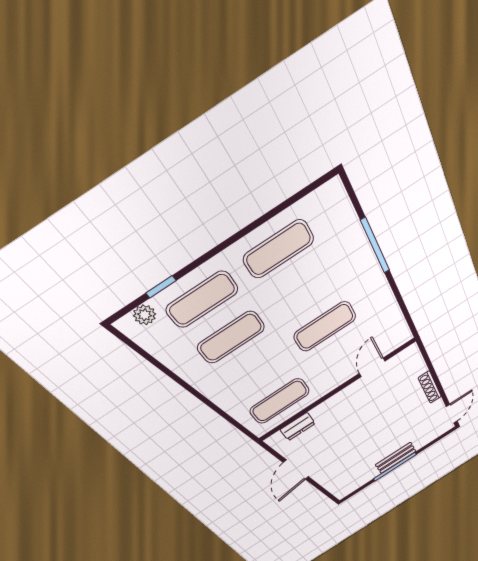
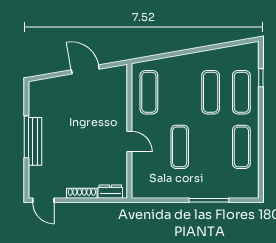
plant: (145, 315) -> (253, 60), removed
door: (372, 367) -> (129, 142), moved
dresser: (298, 427) -> (110, 192), moved, turned 90
bench: (396, 458) -> (35, 141), width x1.36

